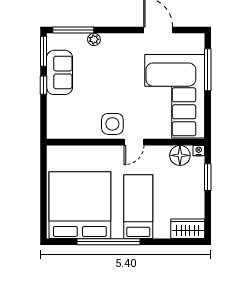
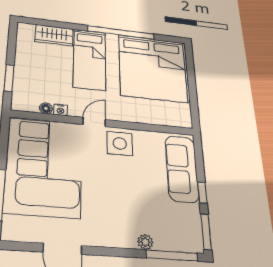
sofa: (60, 72) -> (182, 169), moved, width x1.36
nightstand: (199, 151) -> (60, 110), moved
floor lamp: (180, 155) -> (46, 108), width x0.53, depth x0.53
wardrobe: (188, 229) -> (54, 35), moved

